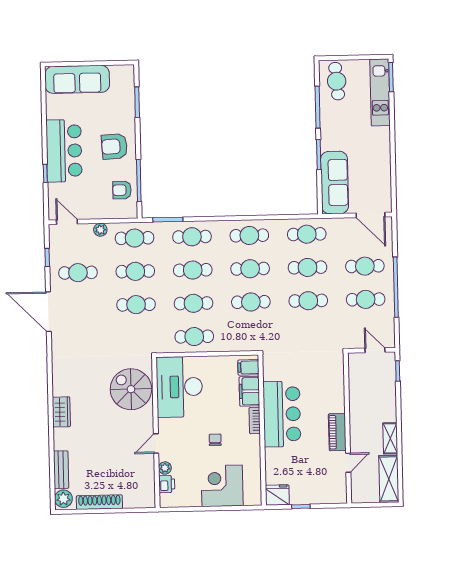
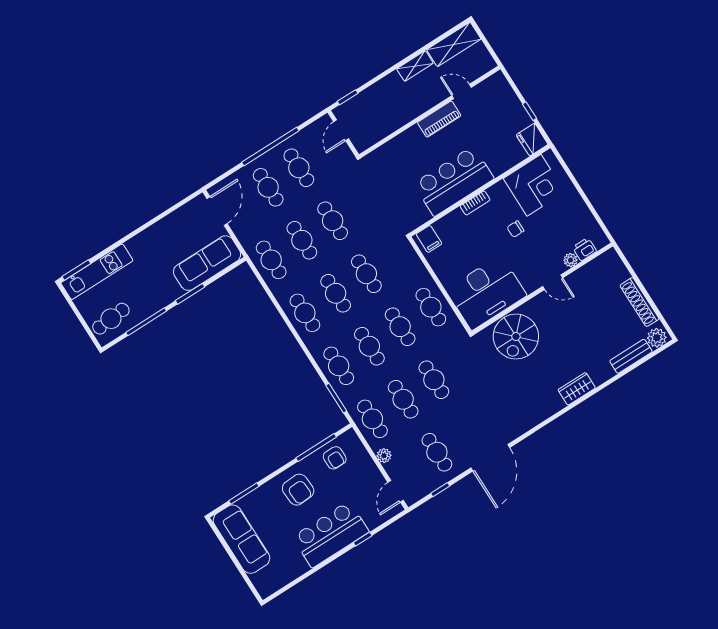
sofa: (77, 79) -> (242, 539), moved
filing cabinet: (249, 391) -> (451, 224), removed
corner desk: (222, 486) -> (534, 185), moved, turned -90

